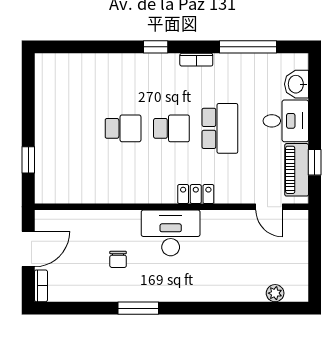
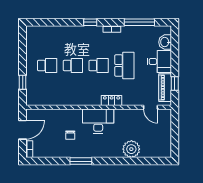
school desk: (75, 128) -> (47, 66), added
plant: (275, 293) -> (131, 149), moved, width x1.88, depth x1.88

